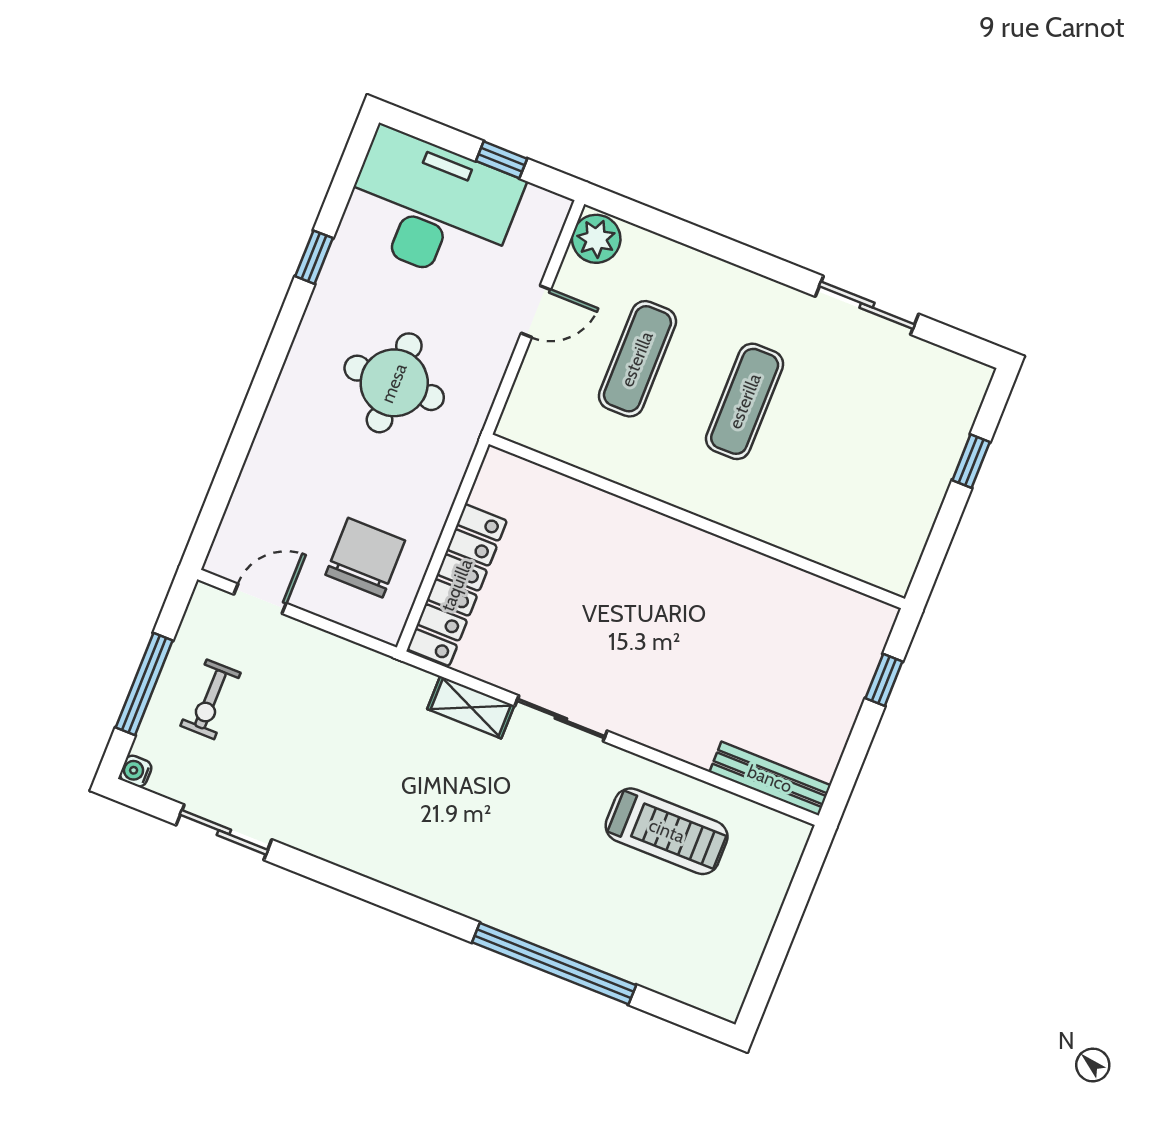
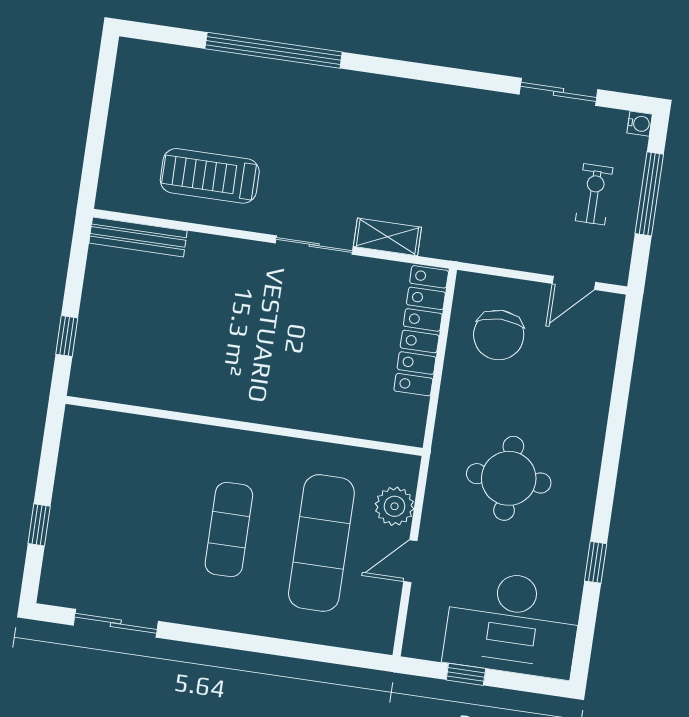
plant: (596, 239) -> (395, 506), moved
sliding door: (867, 305) -> (116, 623), moved
exercise mat: (637, 359) -> (321, 543), width x1.36, depth x1.45

